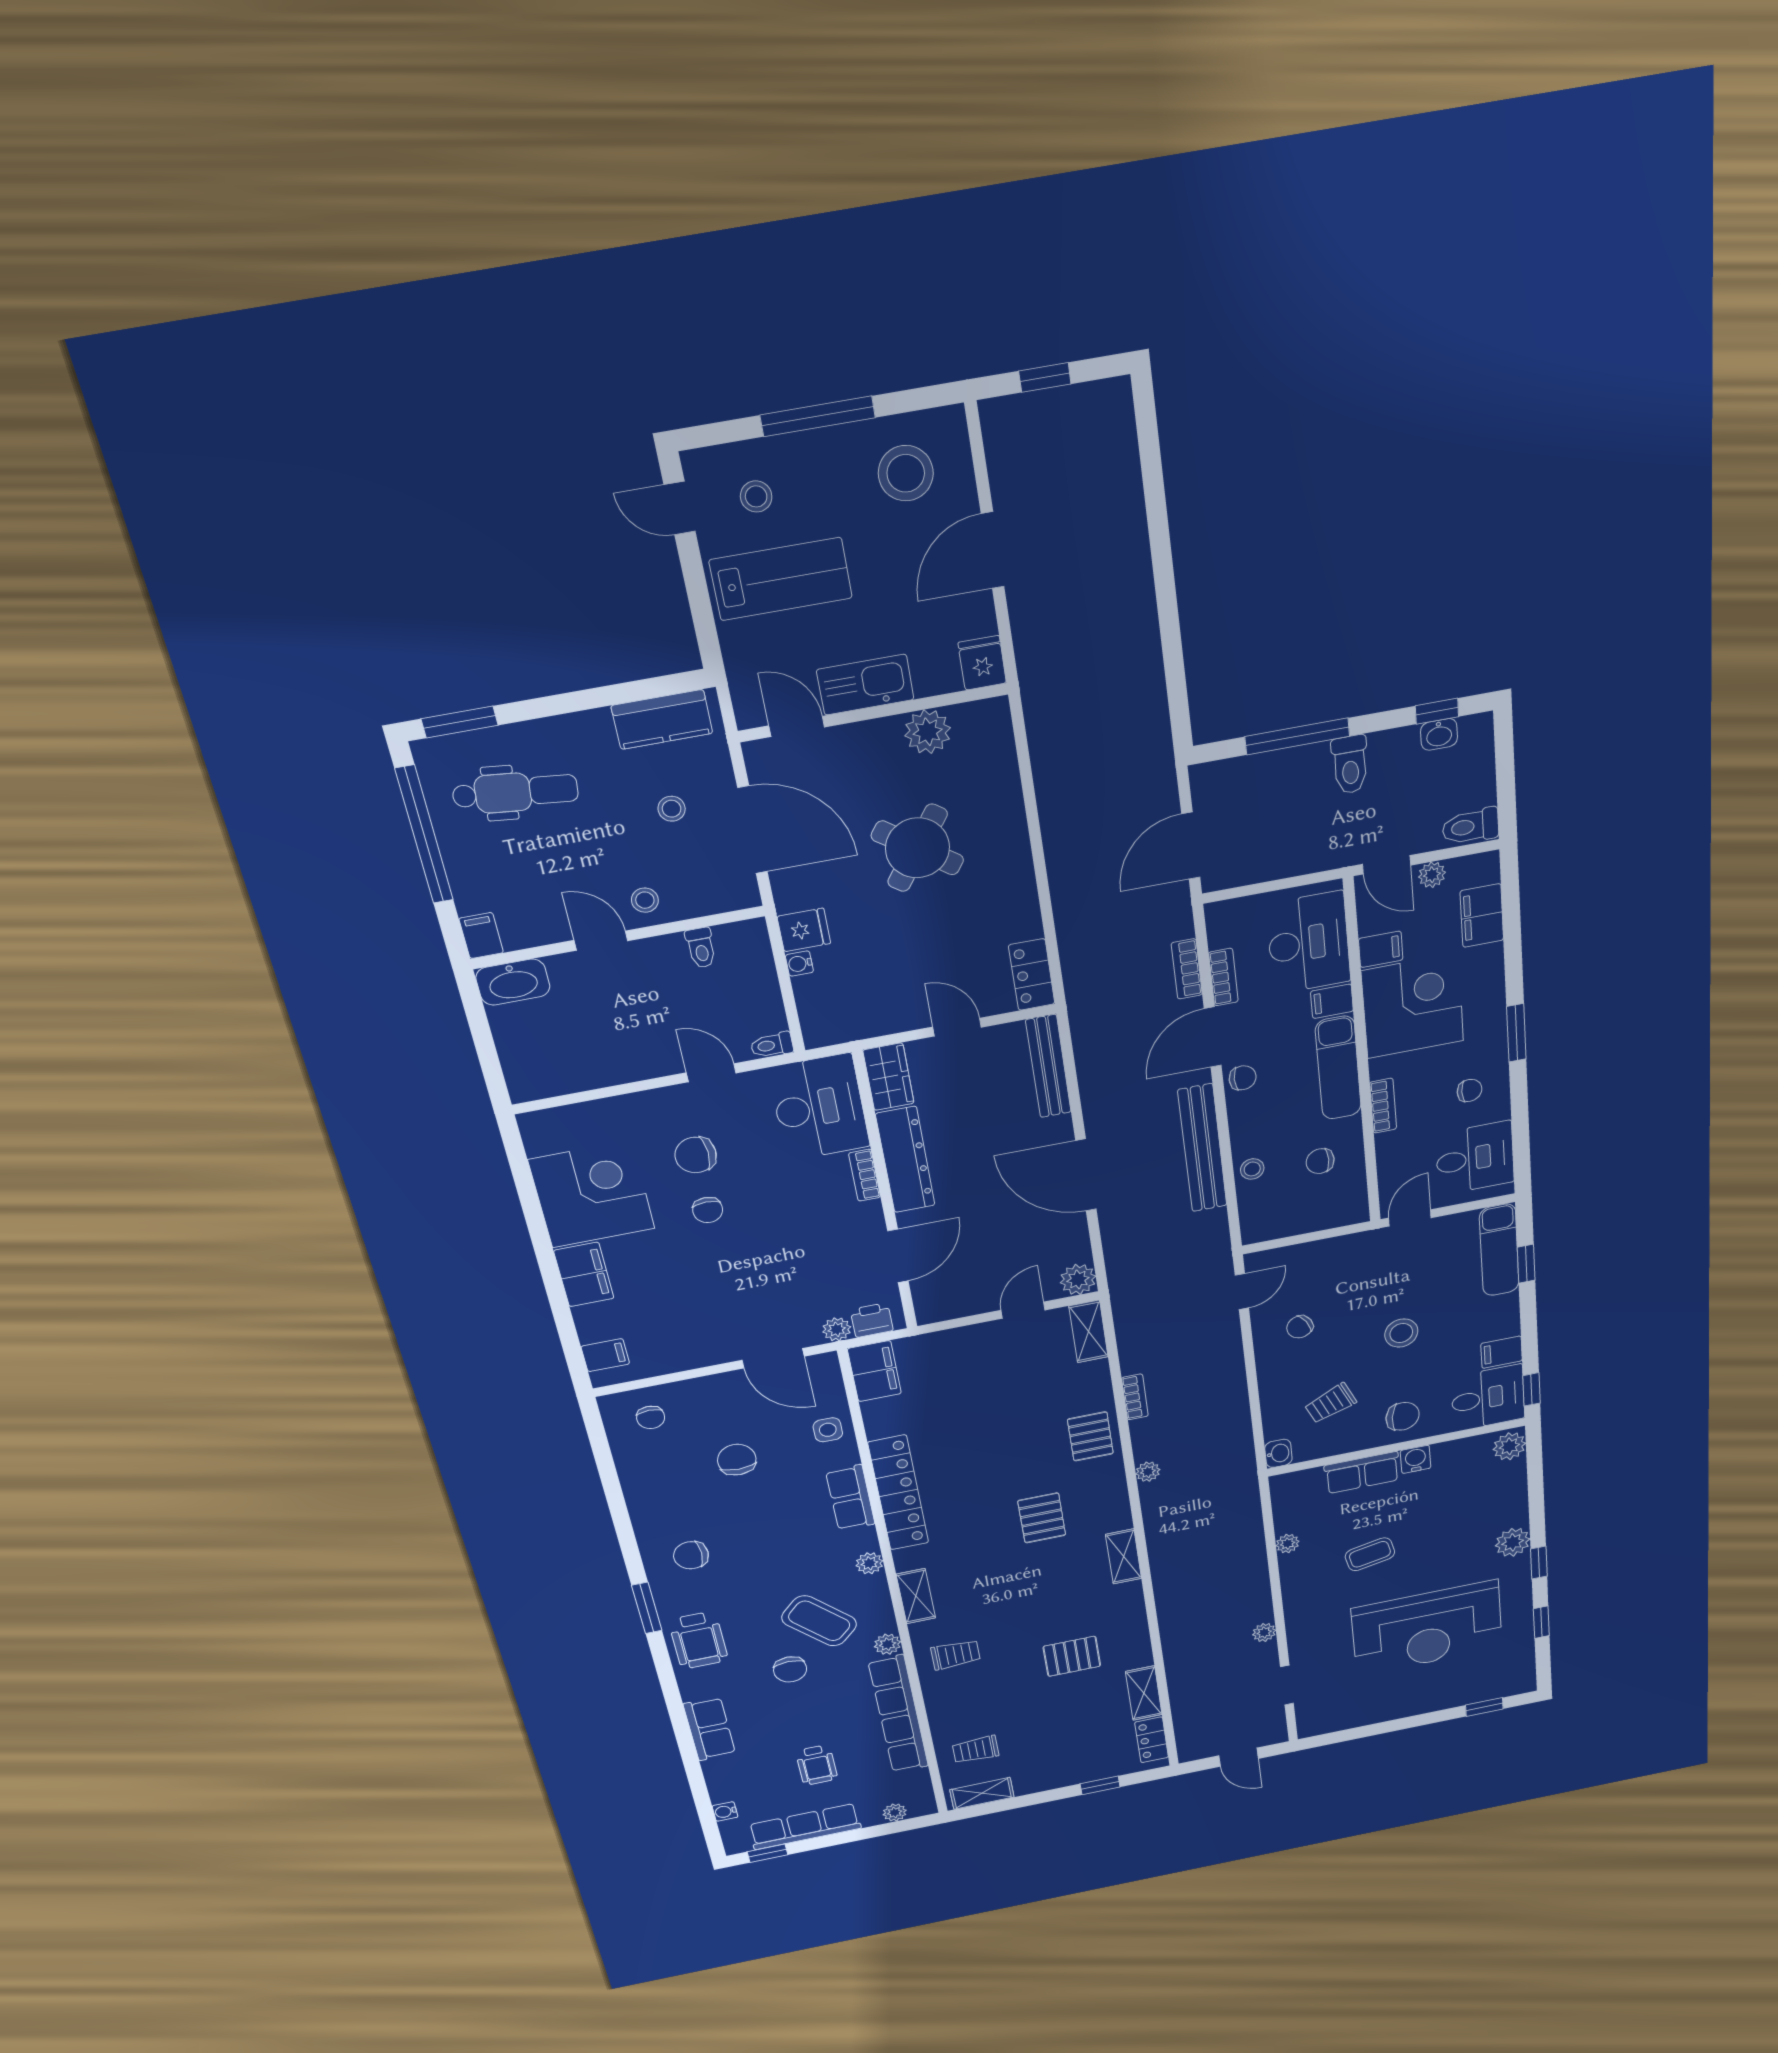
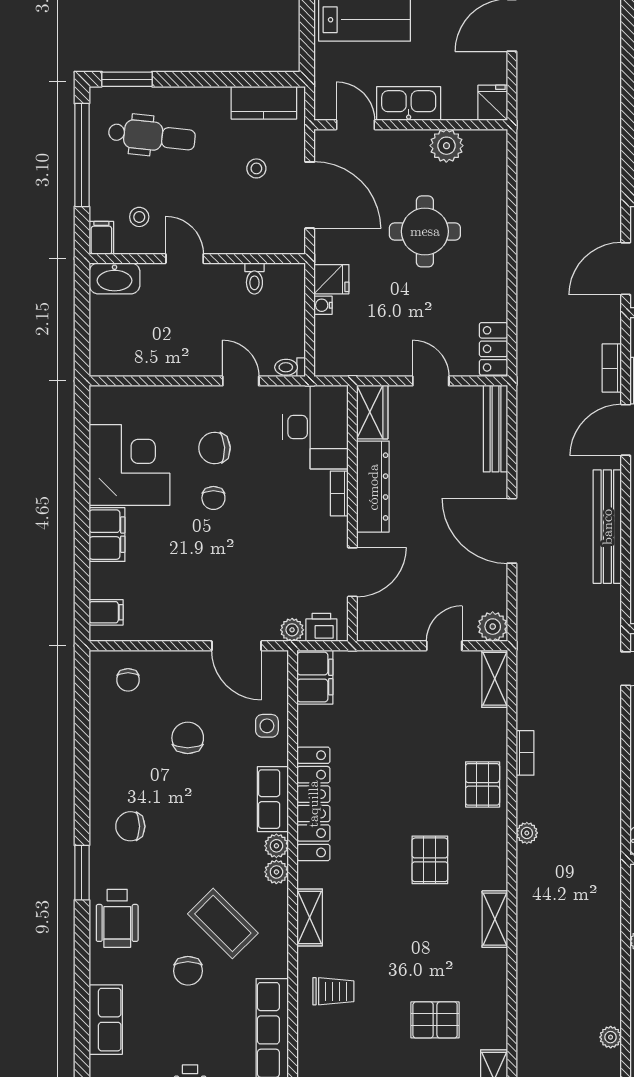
round table: (917, 848) -> (425, 231), turned -36
stool: (645, 900) -> (139, 217), moved
plant: (888, 1644) -> (276, 846), moved

